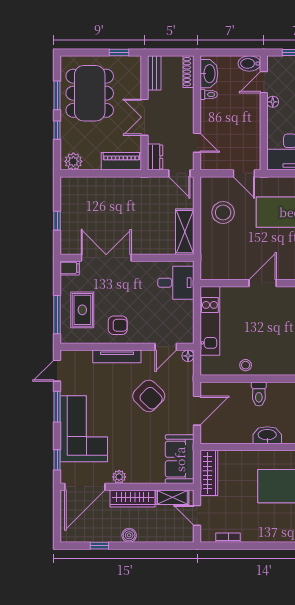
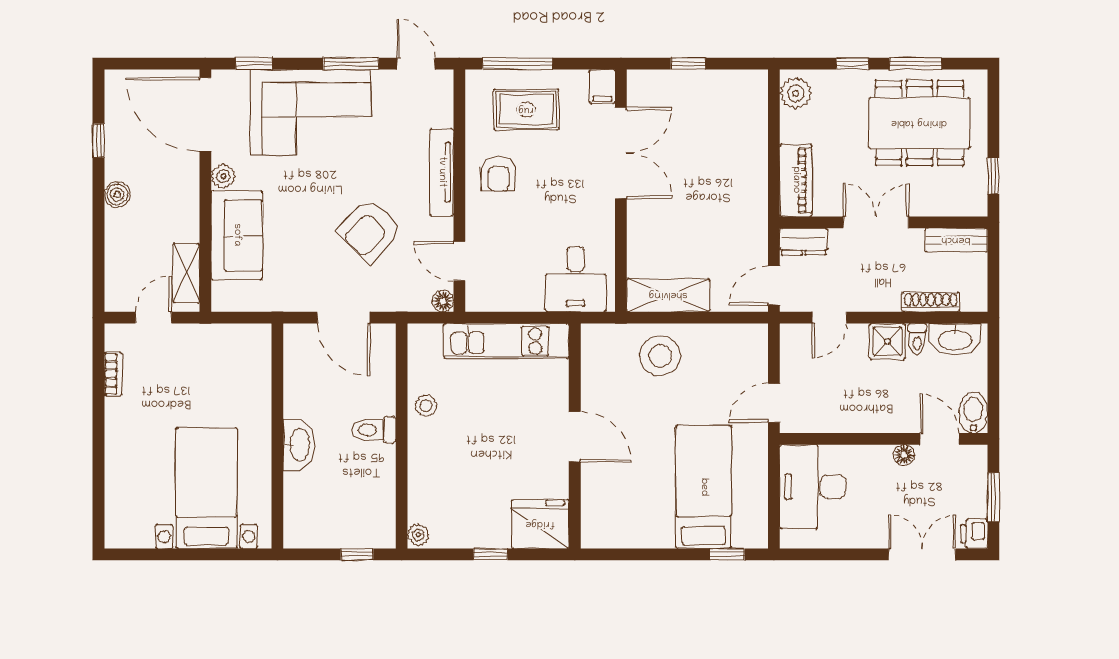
shoe rack: (188, 72) -> (931, 302), moved
shower: (210, 111) -> (887, 341), added
stool: (223, 212) -> (660, 356), moved
sofa: (180, 459) -> (237, 235), moved, turned 90
wardrobe: (209, 473) -> (230, 339), removed
wardrobe: (133, 499) -> (184, 201), removed

